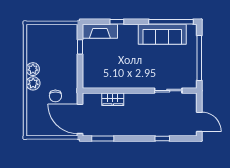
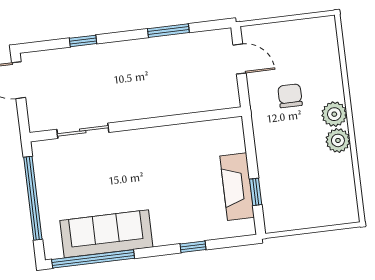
fireplace: (100, 31) -> (237, 187), moved, turned -90
wardrobe: (113, 99) -> (183, 102), removed
door: (80, 119) -> (240, 59), width x0.53
window: (103, 139) -> (168, 31), moved

